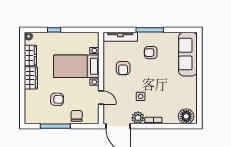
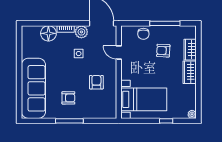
tv unit: (120, 37) -> (99, 114), removed
sofa: (188, 54) -> (33, 88), width x1.36, depth x1.27
wardrobe: (30, 56) -> (190, 50), moved
bed with nightstands: (76, 66) -> (144, 99), moved
floor lamp: (186, 116) -> (48, 33), moved

